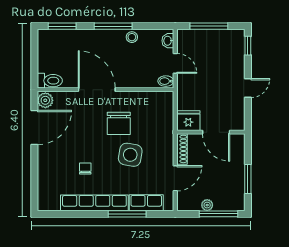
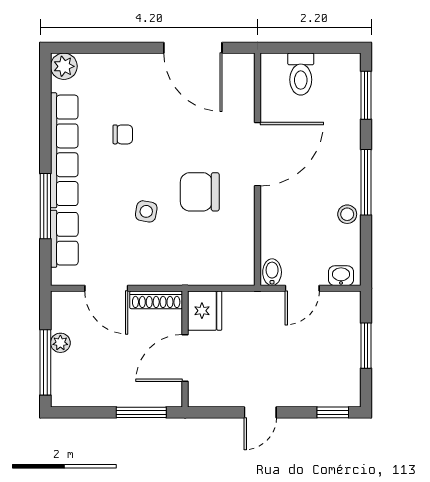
window: (209, 26) -> (366, 346), width x0.69
toilet: (50, 81) -> (301, 74), moved
door: (248, 88) -> (260, 412), hinge flipped
plant: (45, 100) -> (64, 66), moved
side table: (130, 155) -> (146, 211), width x0.54, depth x0.54
window: (248, 179) -> (141, 412), moved

